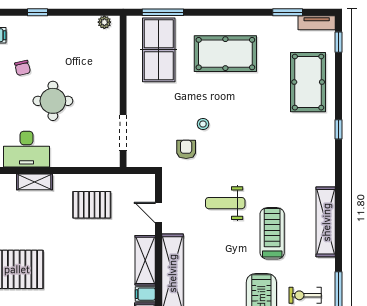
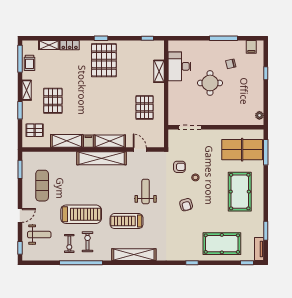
armchair: (246, 139) -> (186, 205), added
door: (158, 212) -> (140, 149), hinge flipped
treadmill: (272, 233) -> (127, 221), turned 180

